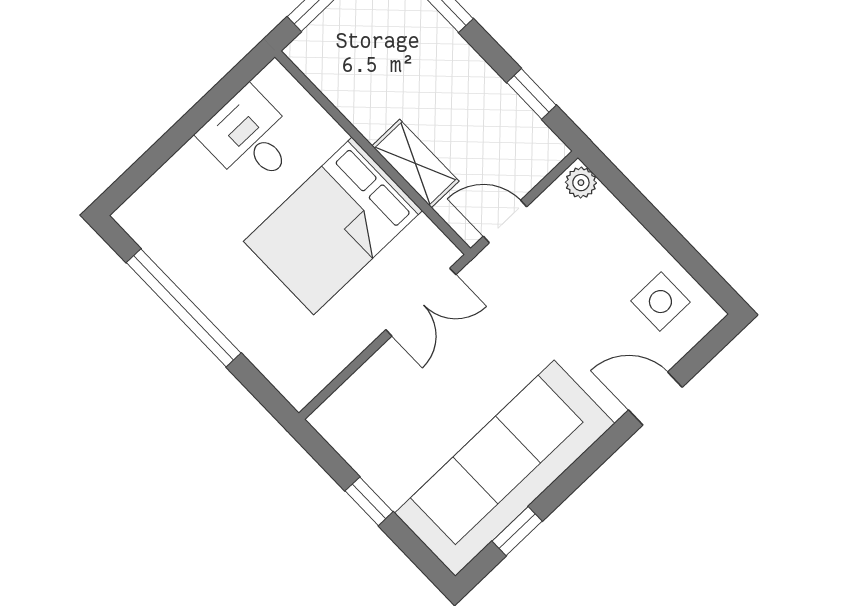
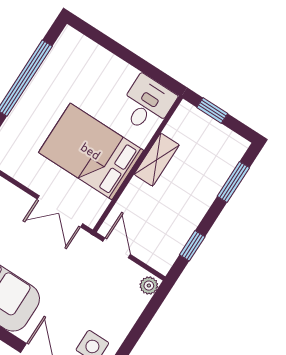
desk: (250, 138) -> (147, 104), moved
shelving: (415, 163) -> (157, 160), moved

